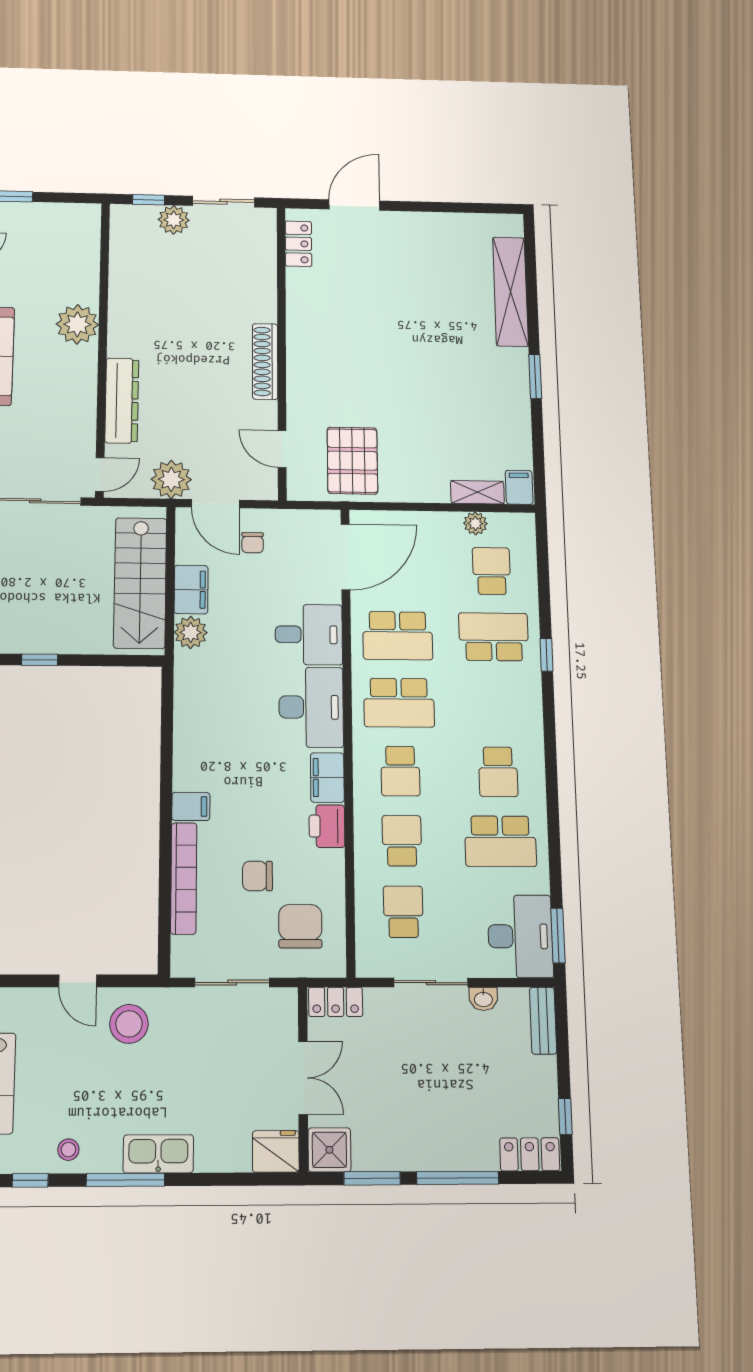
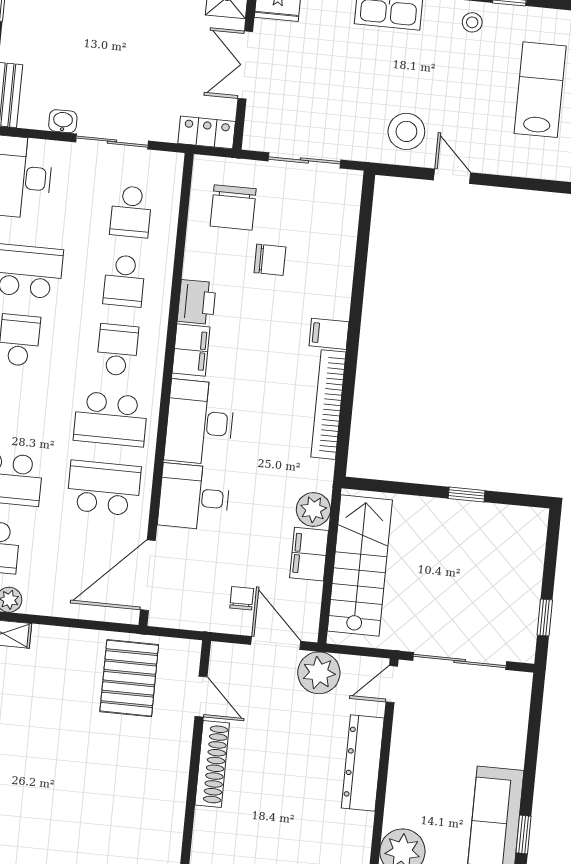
shoe rack: (265, 361) -> (212, 764), moved
school desk: (399, 703) -> (111, 419), turned 180
bookcase: (184, 878) -> (328, 405), moved

